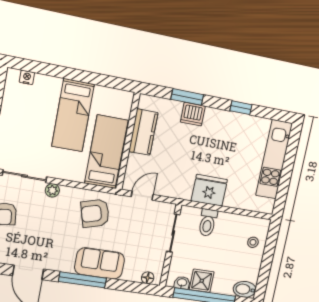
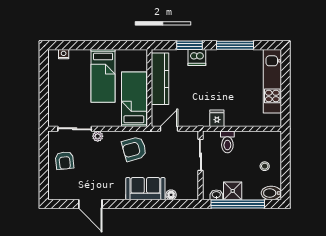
window: (241, 108) -> (235, 45), width x2.17
kitchen counter: (143, 132) -> (160, 79), width x1.50
fridge: (209, 190) -> (217, 118), width x0.53, depth x0.75
stool: (253, 242) -> (265, 166), moved
floor lamp: (148, 278) -> (171, 195), moved
window: (83, 280) -> (134, 204), removed

